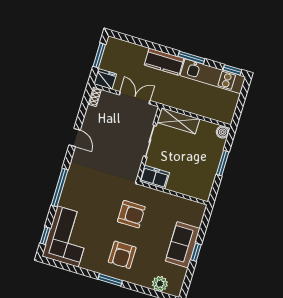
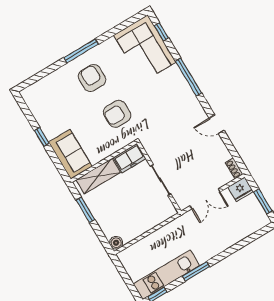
kitchen counter: (164, 62) -> (212, 247), removed
shelving: (178, 121) -> (98, 176), moved
window: (223, 163) -> (85, 210), moved
sofa: (183, 245) -> (70, 154), moved
window: (110, 280) -> (81, 51), width x1.44
plant: (160, 284) -> (43, 87), removed

